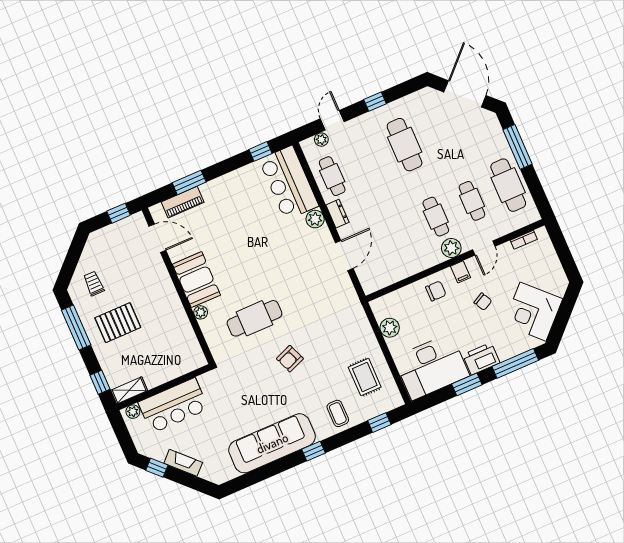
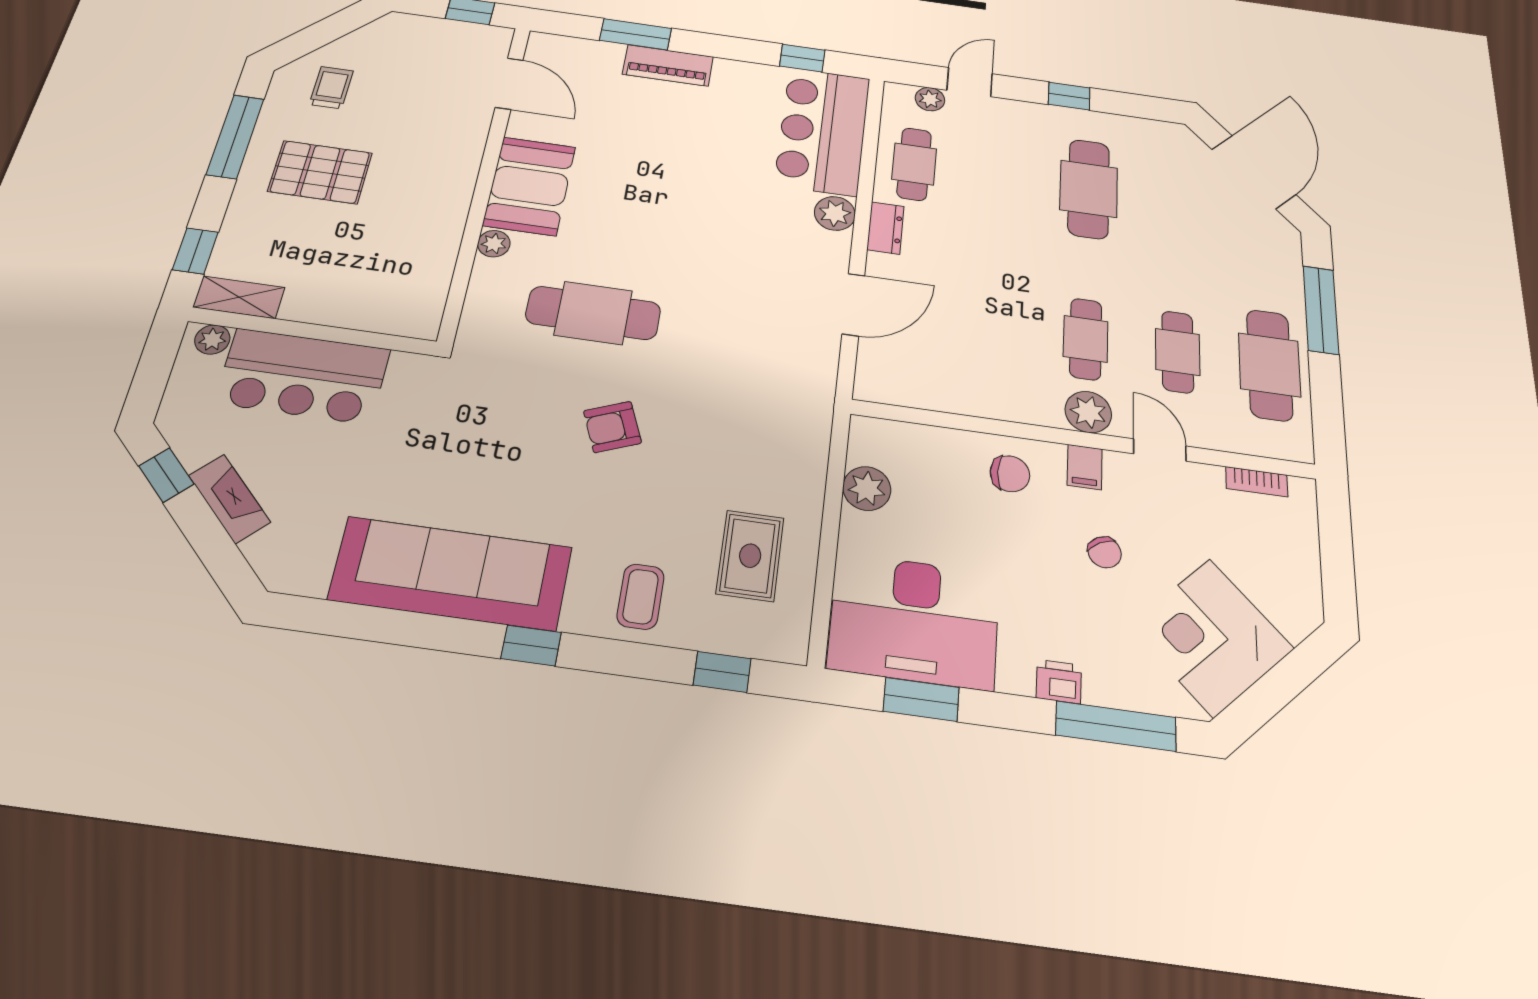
piano: (183, 202) -> (668, 65), moved
door: (484, 248) -> (1160, 450), swing flipped
printer: (481, 359) -> (1059, 681), width x0.53, depth x0.68
window: (467, 384) -> (921, 699), moved

